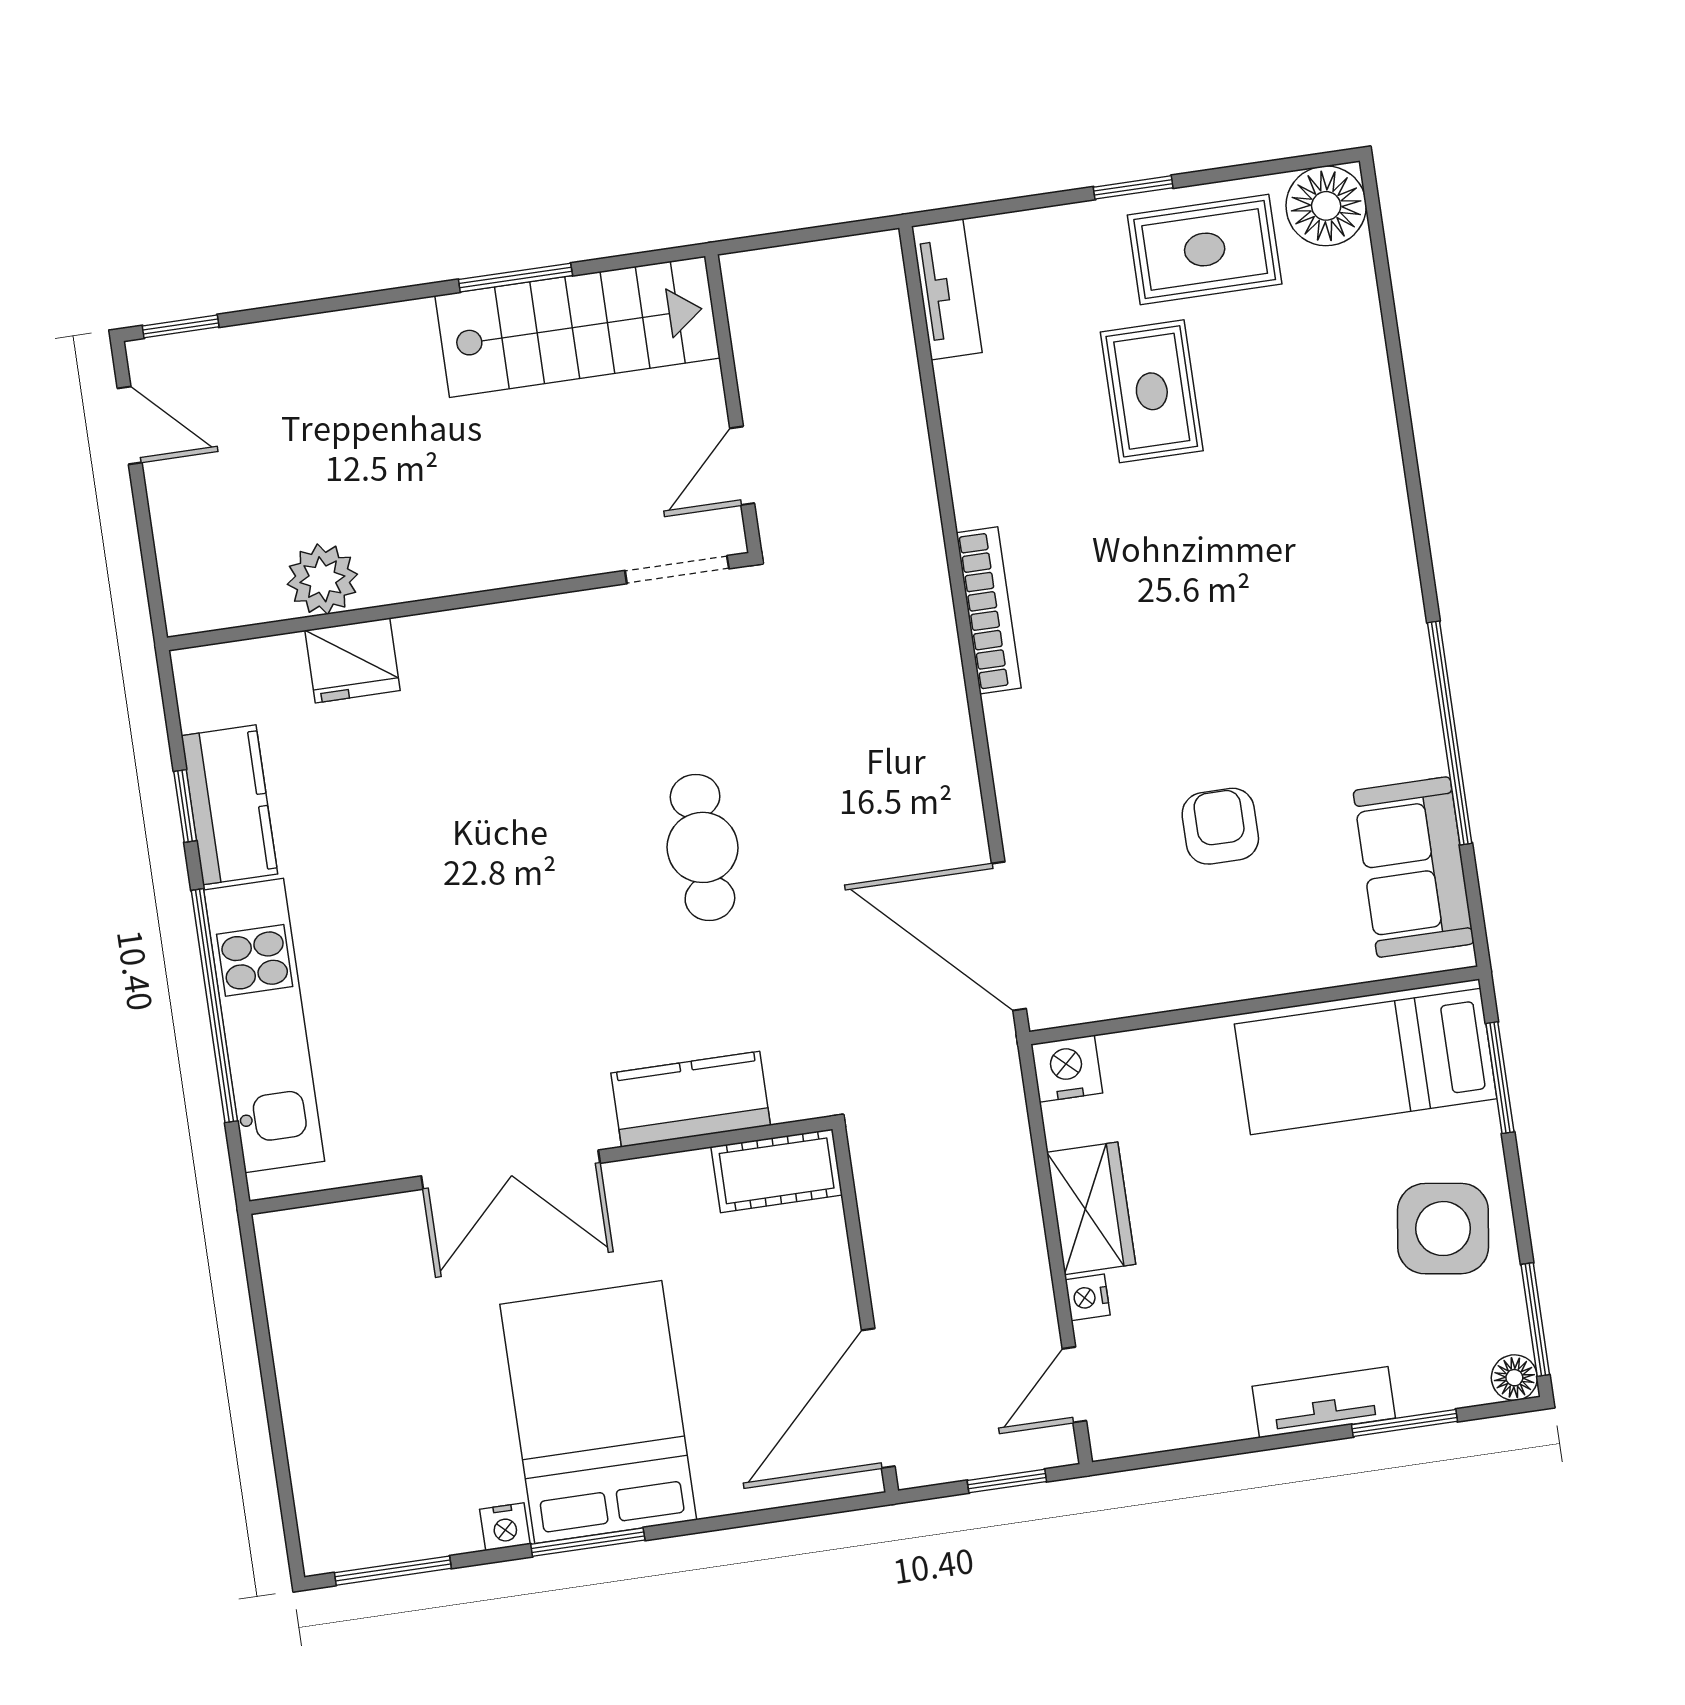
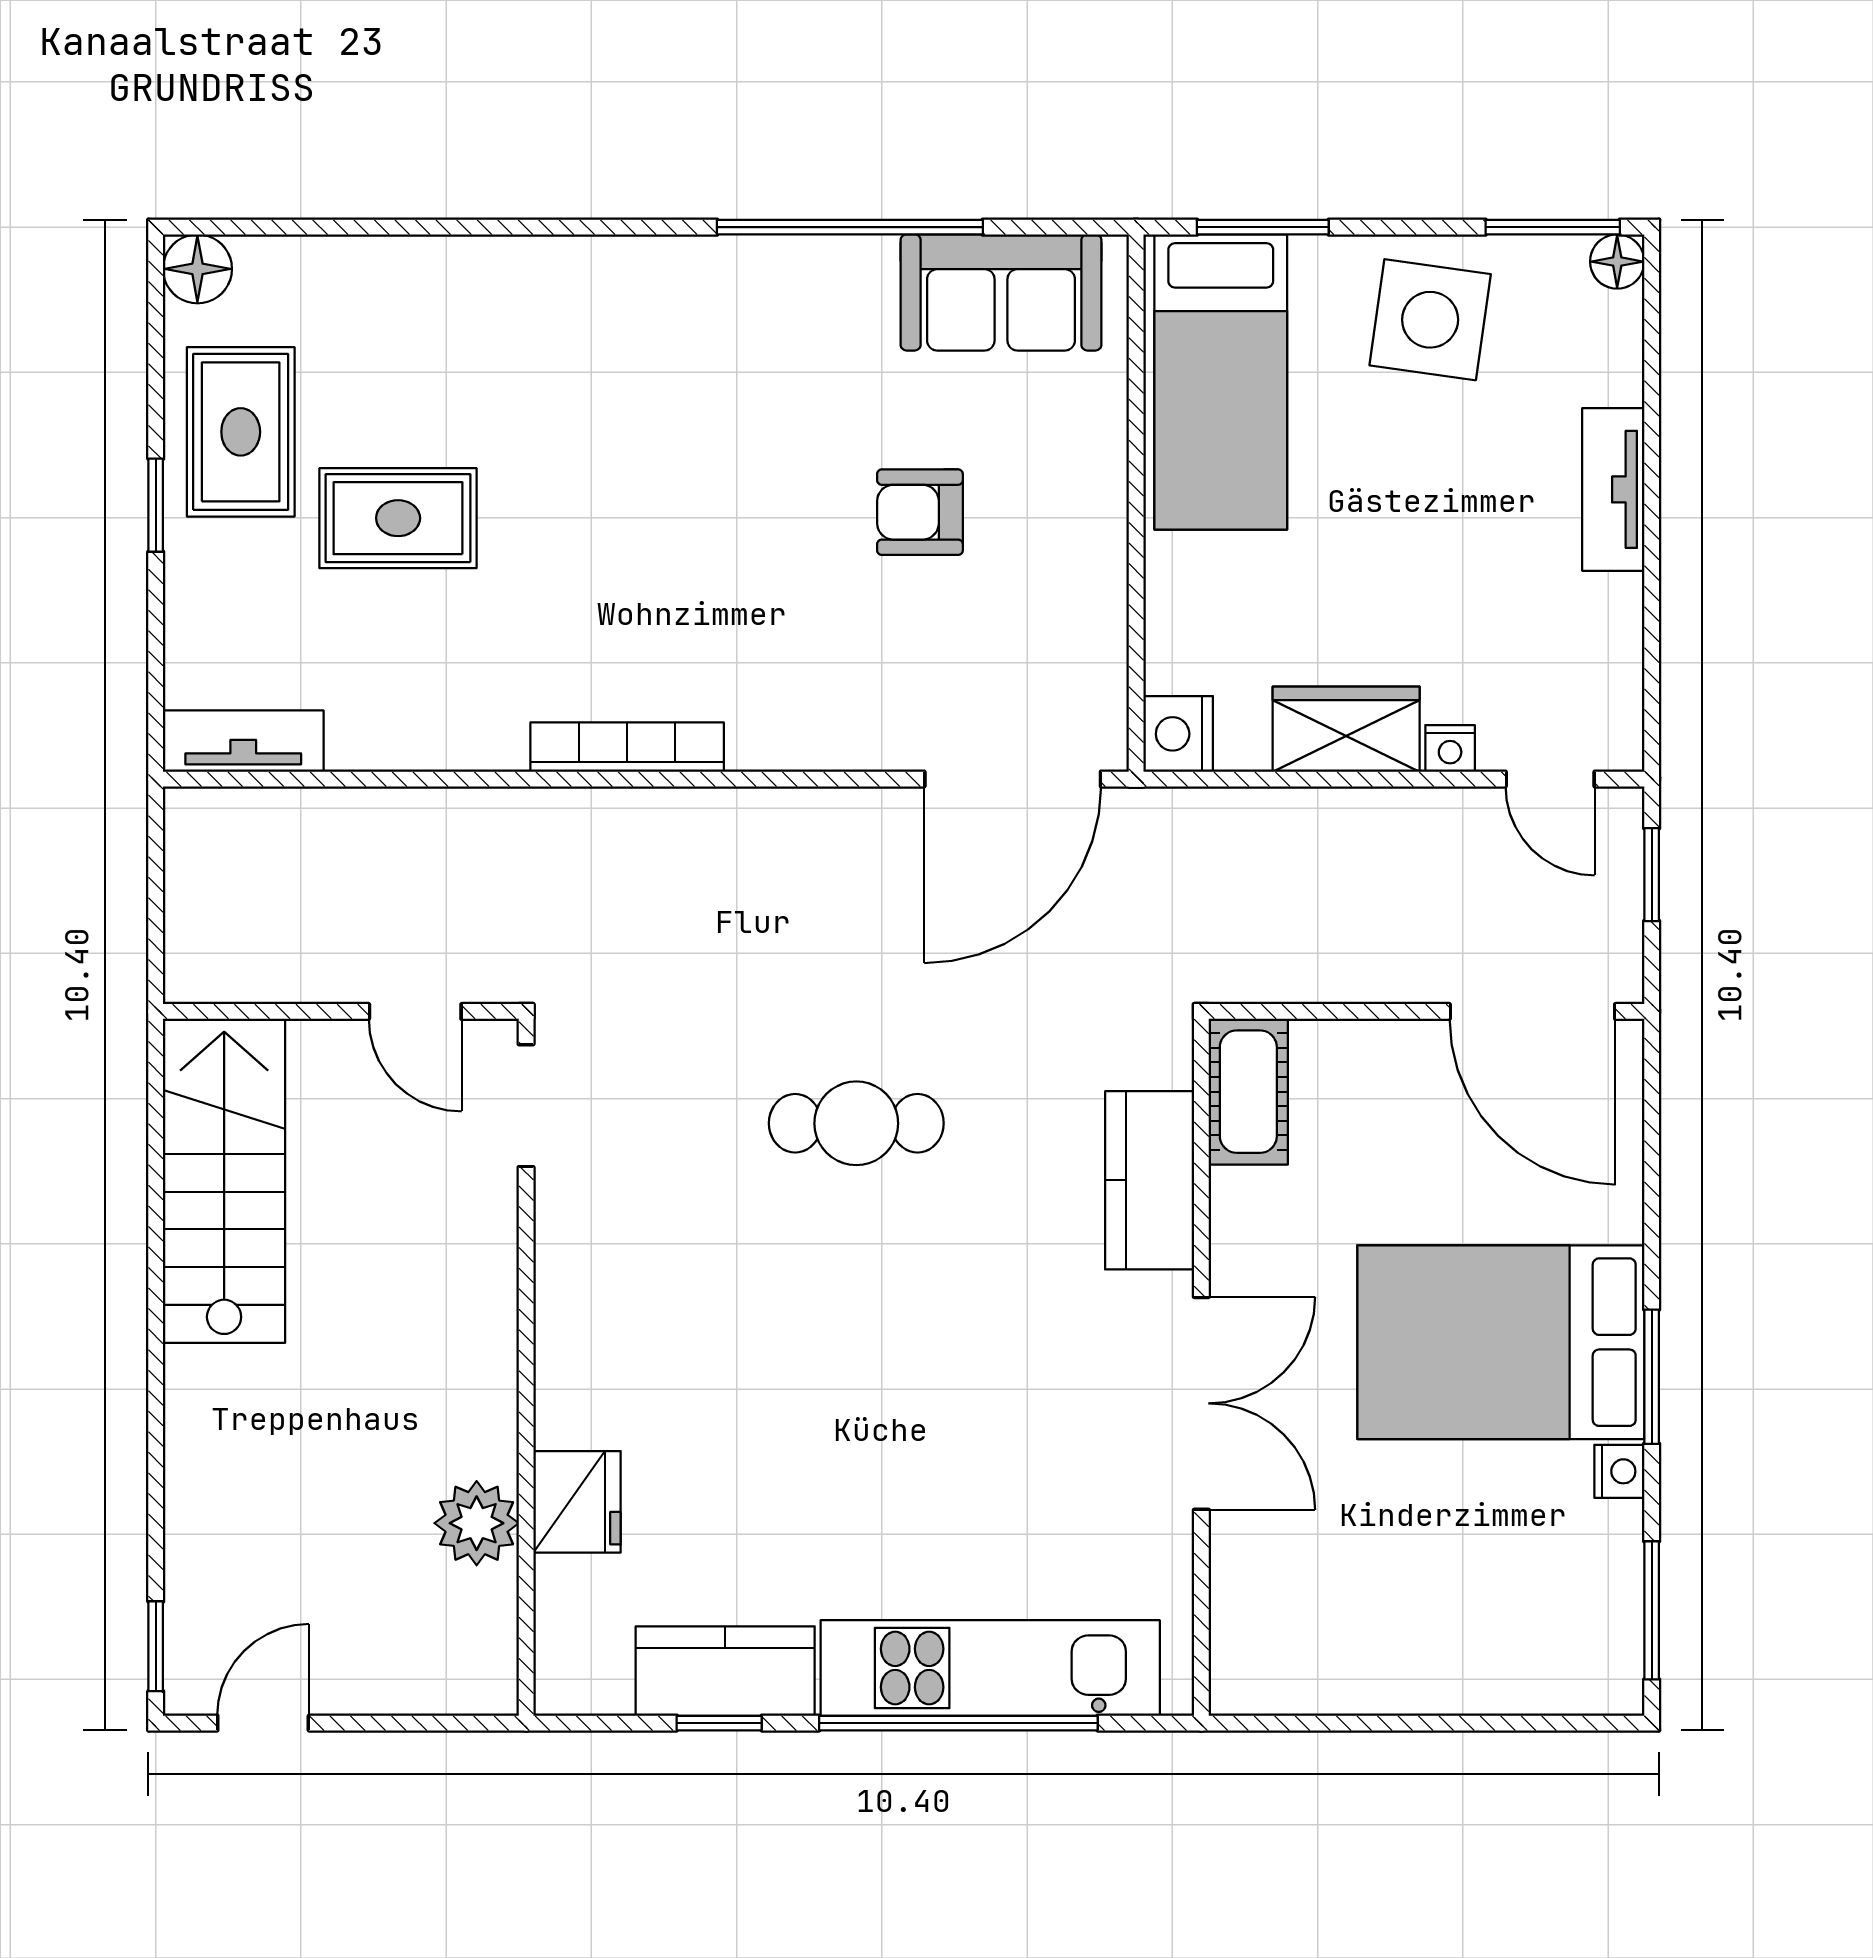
floor lamp: (1326, 206) -> (197, 269), width x0.73, depth x0.73
window: (515, 278) -> (156, 1245), removed
window: (1405, 1423) -> (1652, 398), removed

